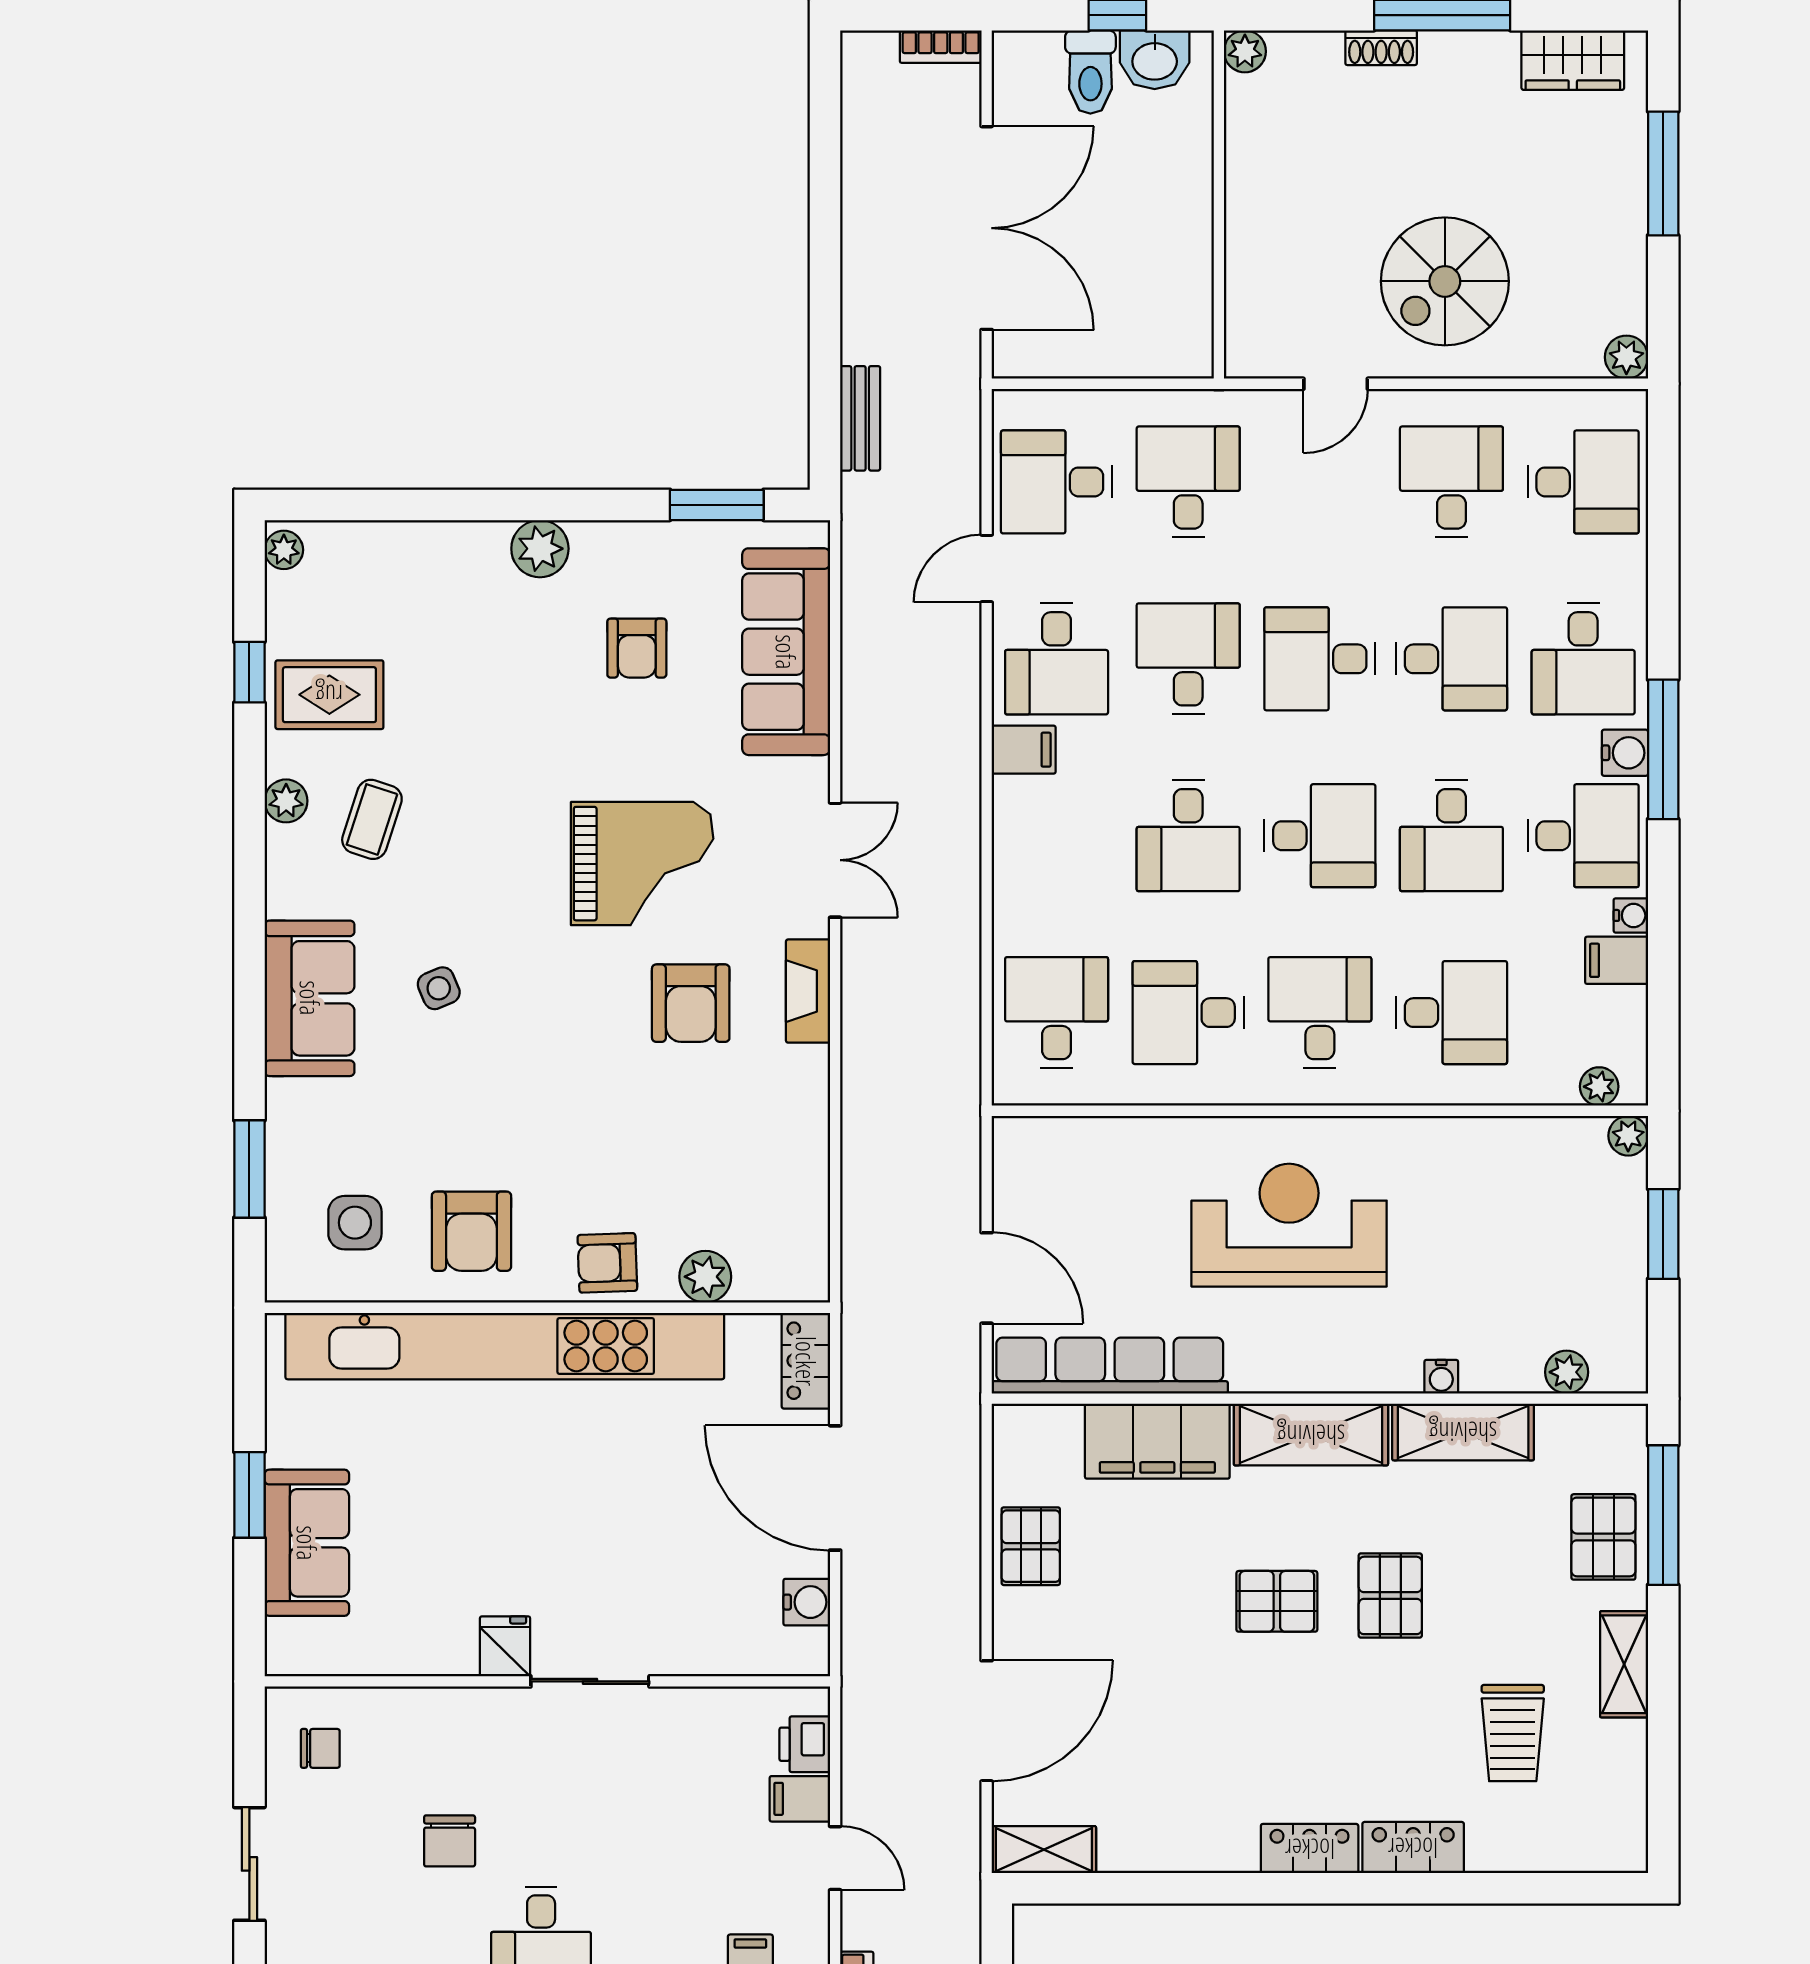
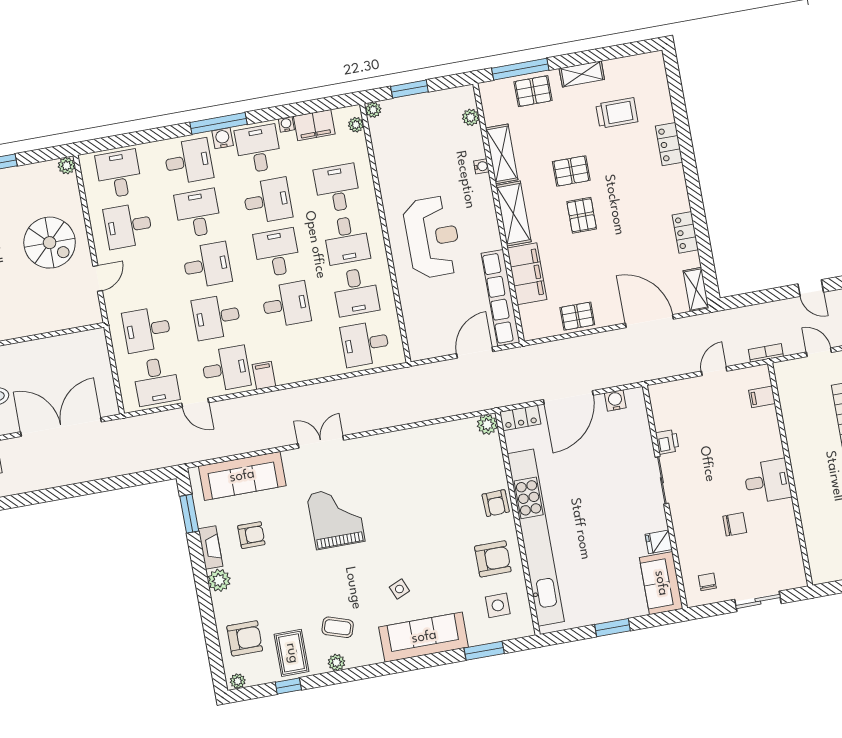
door: (1336, 384) -> (98, 278), hinge flipped
bench: (860, 418) -> (145, 463), removed
desk: (1320, 659) -> (207, 265), turned -90
filing cabinet: (1617, 960) -> (314, 125), width x2.00
fireplace: (808, 991) -> (210, 548), moved, turned -90
sofa: (310, 998) -> (424, 637), width x1.36
armchair: (691, 1003) -> (245, 638), moved
desk: (1320, 1013) -> (347, 240), turned -90
reception desk: (1289, 1225) -> (433, 237), turned 180
plant: (705, 1277) -> (487, 425), moved
sofa: (307, 1543) -> (661, 583), moved, turned -90
fridge: (505, 1646) -> (659, 542), moved
printer: (805, 1744) -> (667, 442), moved, turned -90
filing cabinet: (800, 1799) -> (693, 389), removed
locker: (1310, 1849) -> (685, 232), moved

